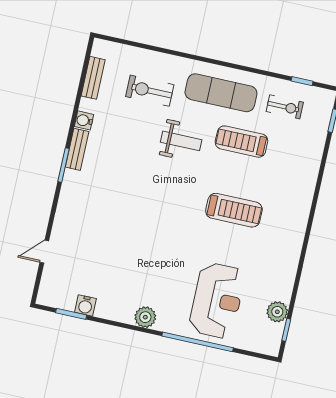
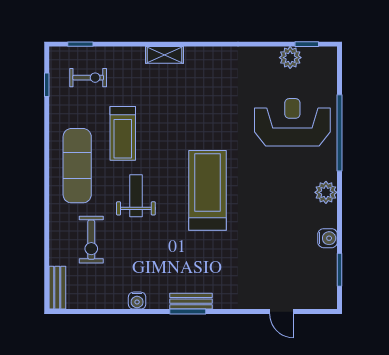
bench: (93, 78) -> (57, 288), moved, turned 90
exercise bike: (285, 107) -> (88, 78), moved, turned 90
bench: (77, 149) -> (191, 301), moved
shelving: (305, 196) -> (164, 55), added
treadmill: (234, 210) -> (207, 190), moved, width x1.37, depth x1.38
water cooler: (85, 305) -> (328, 238), moved

